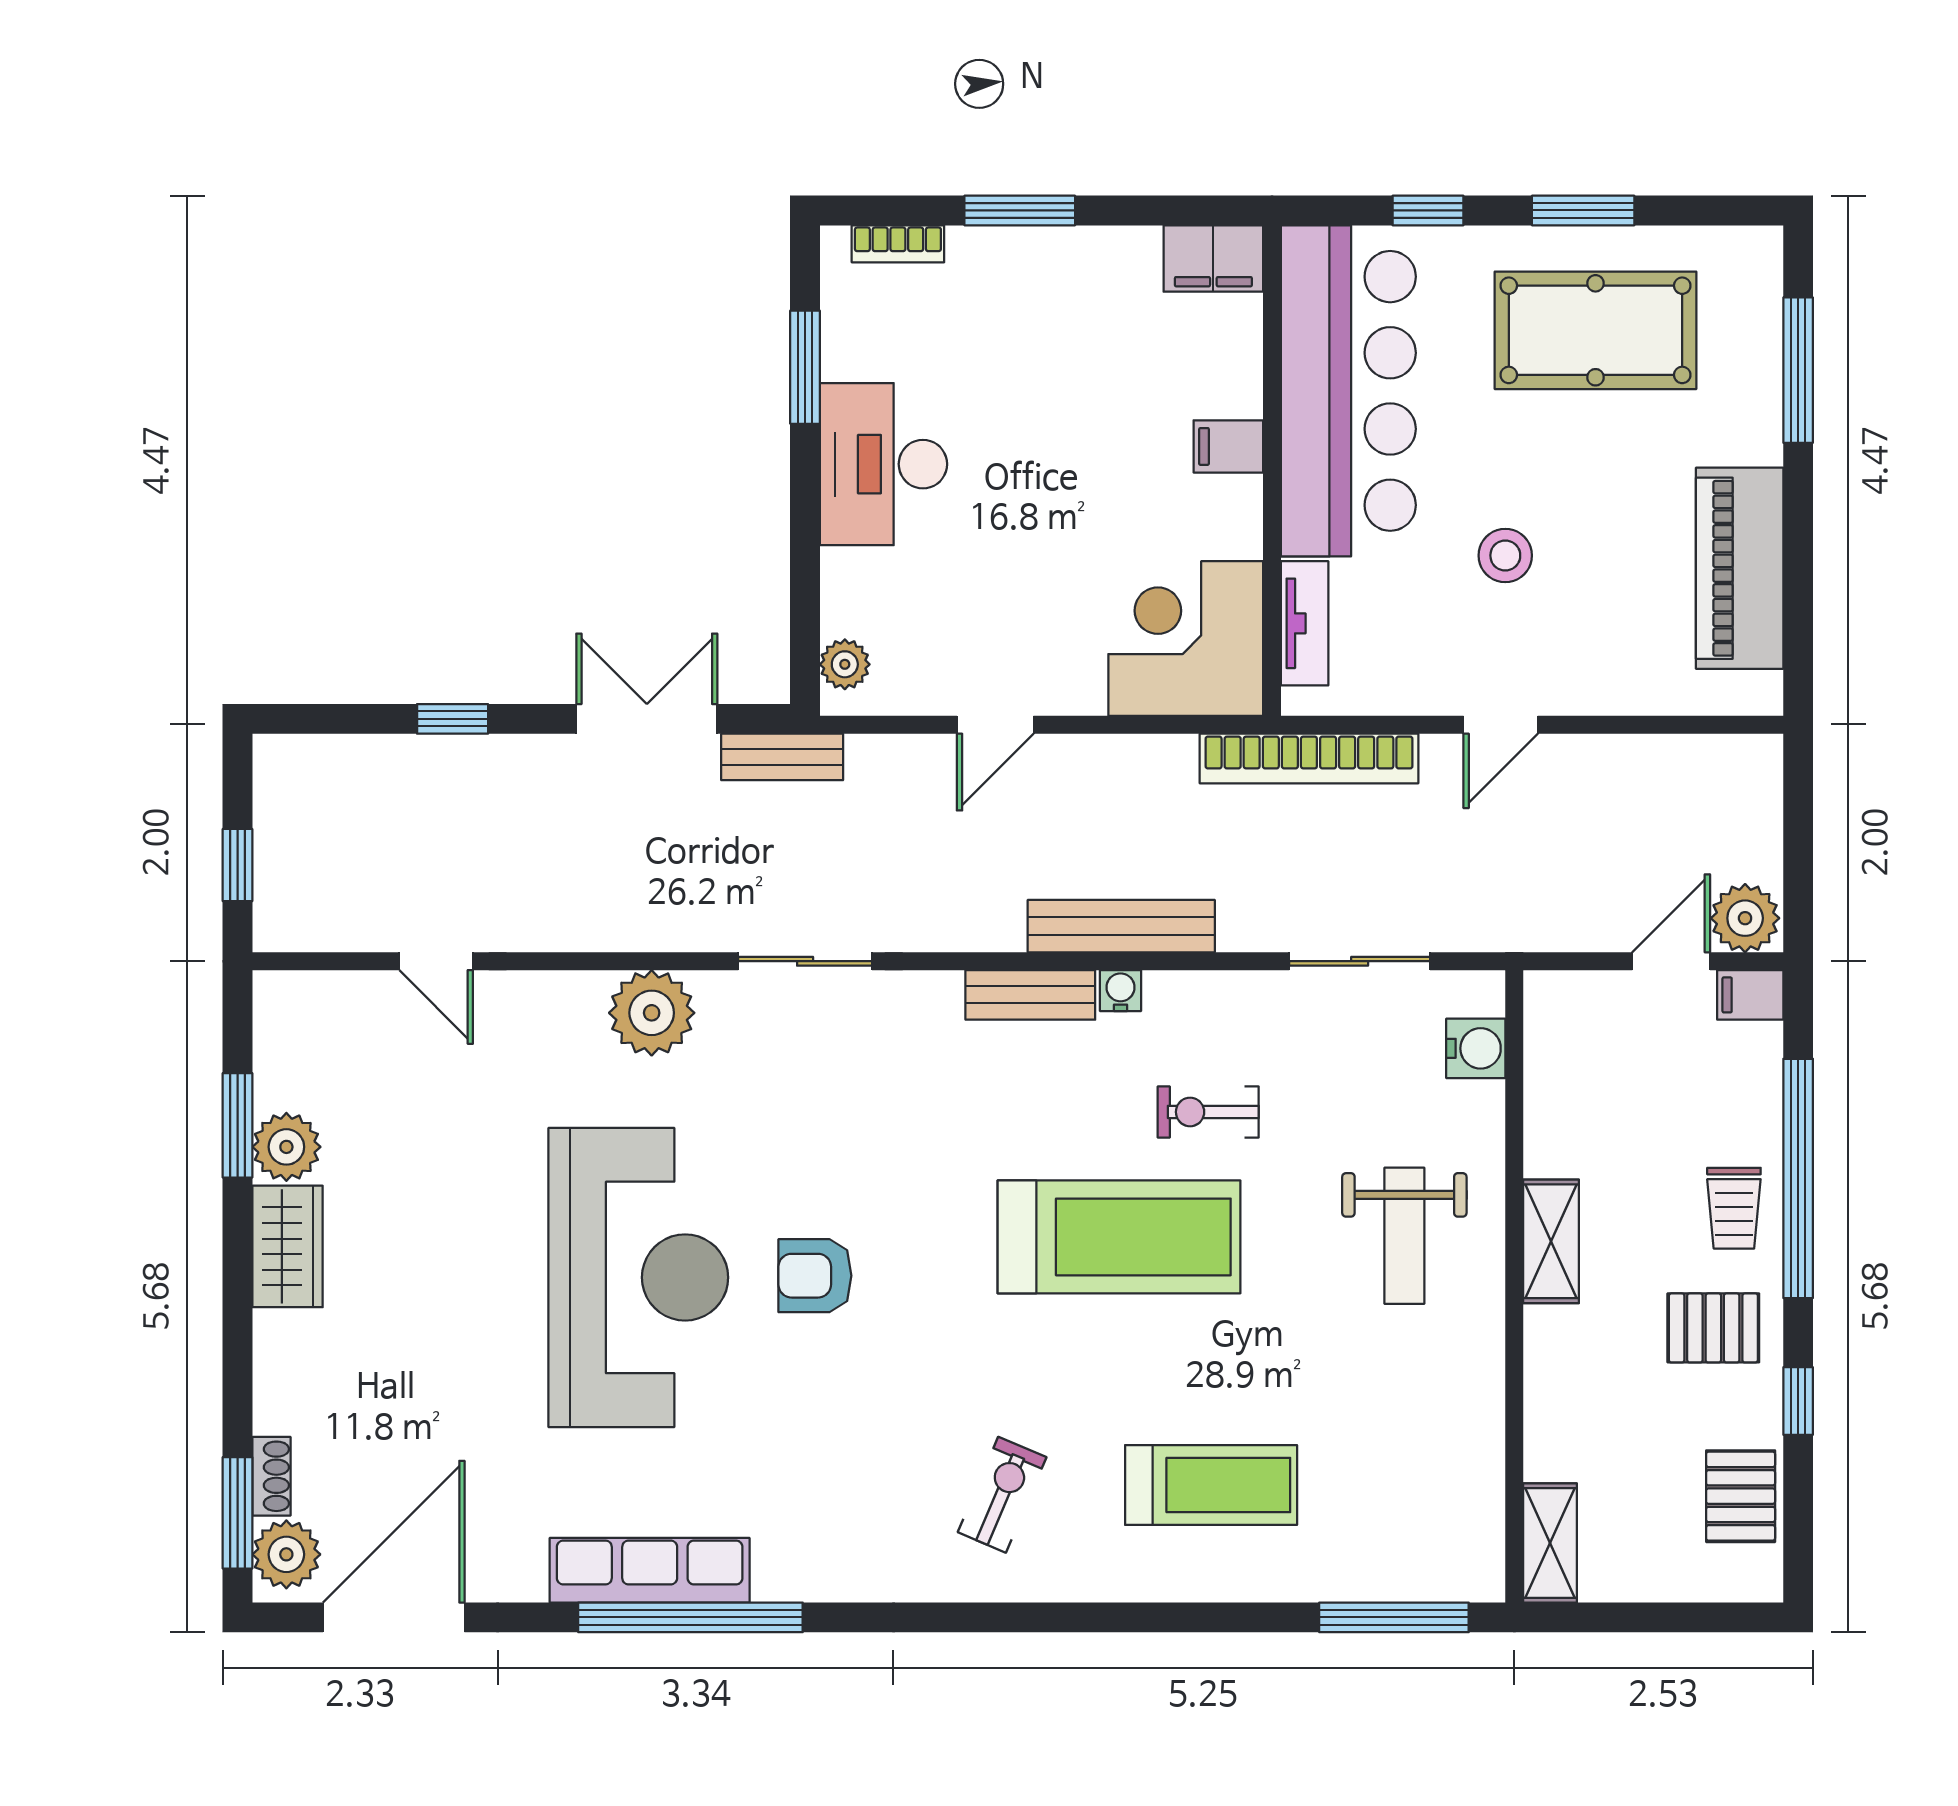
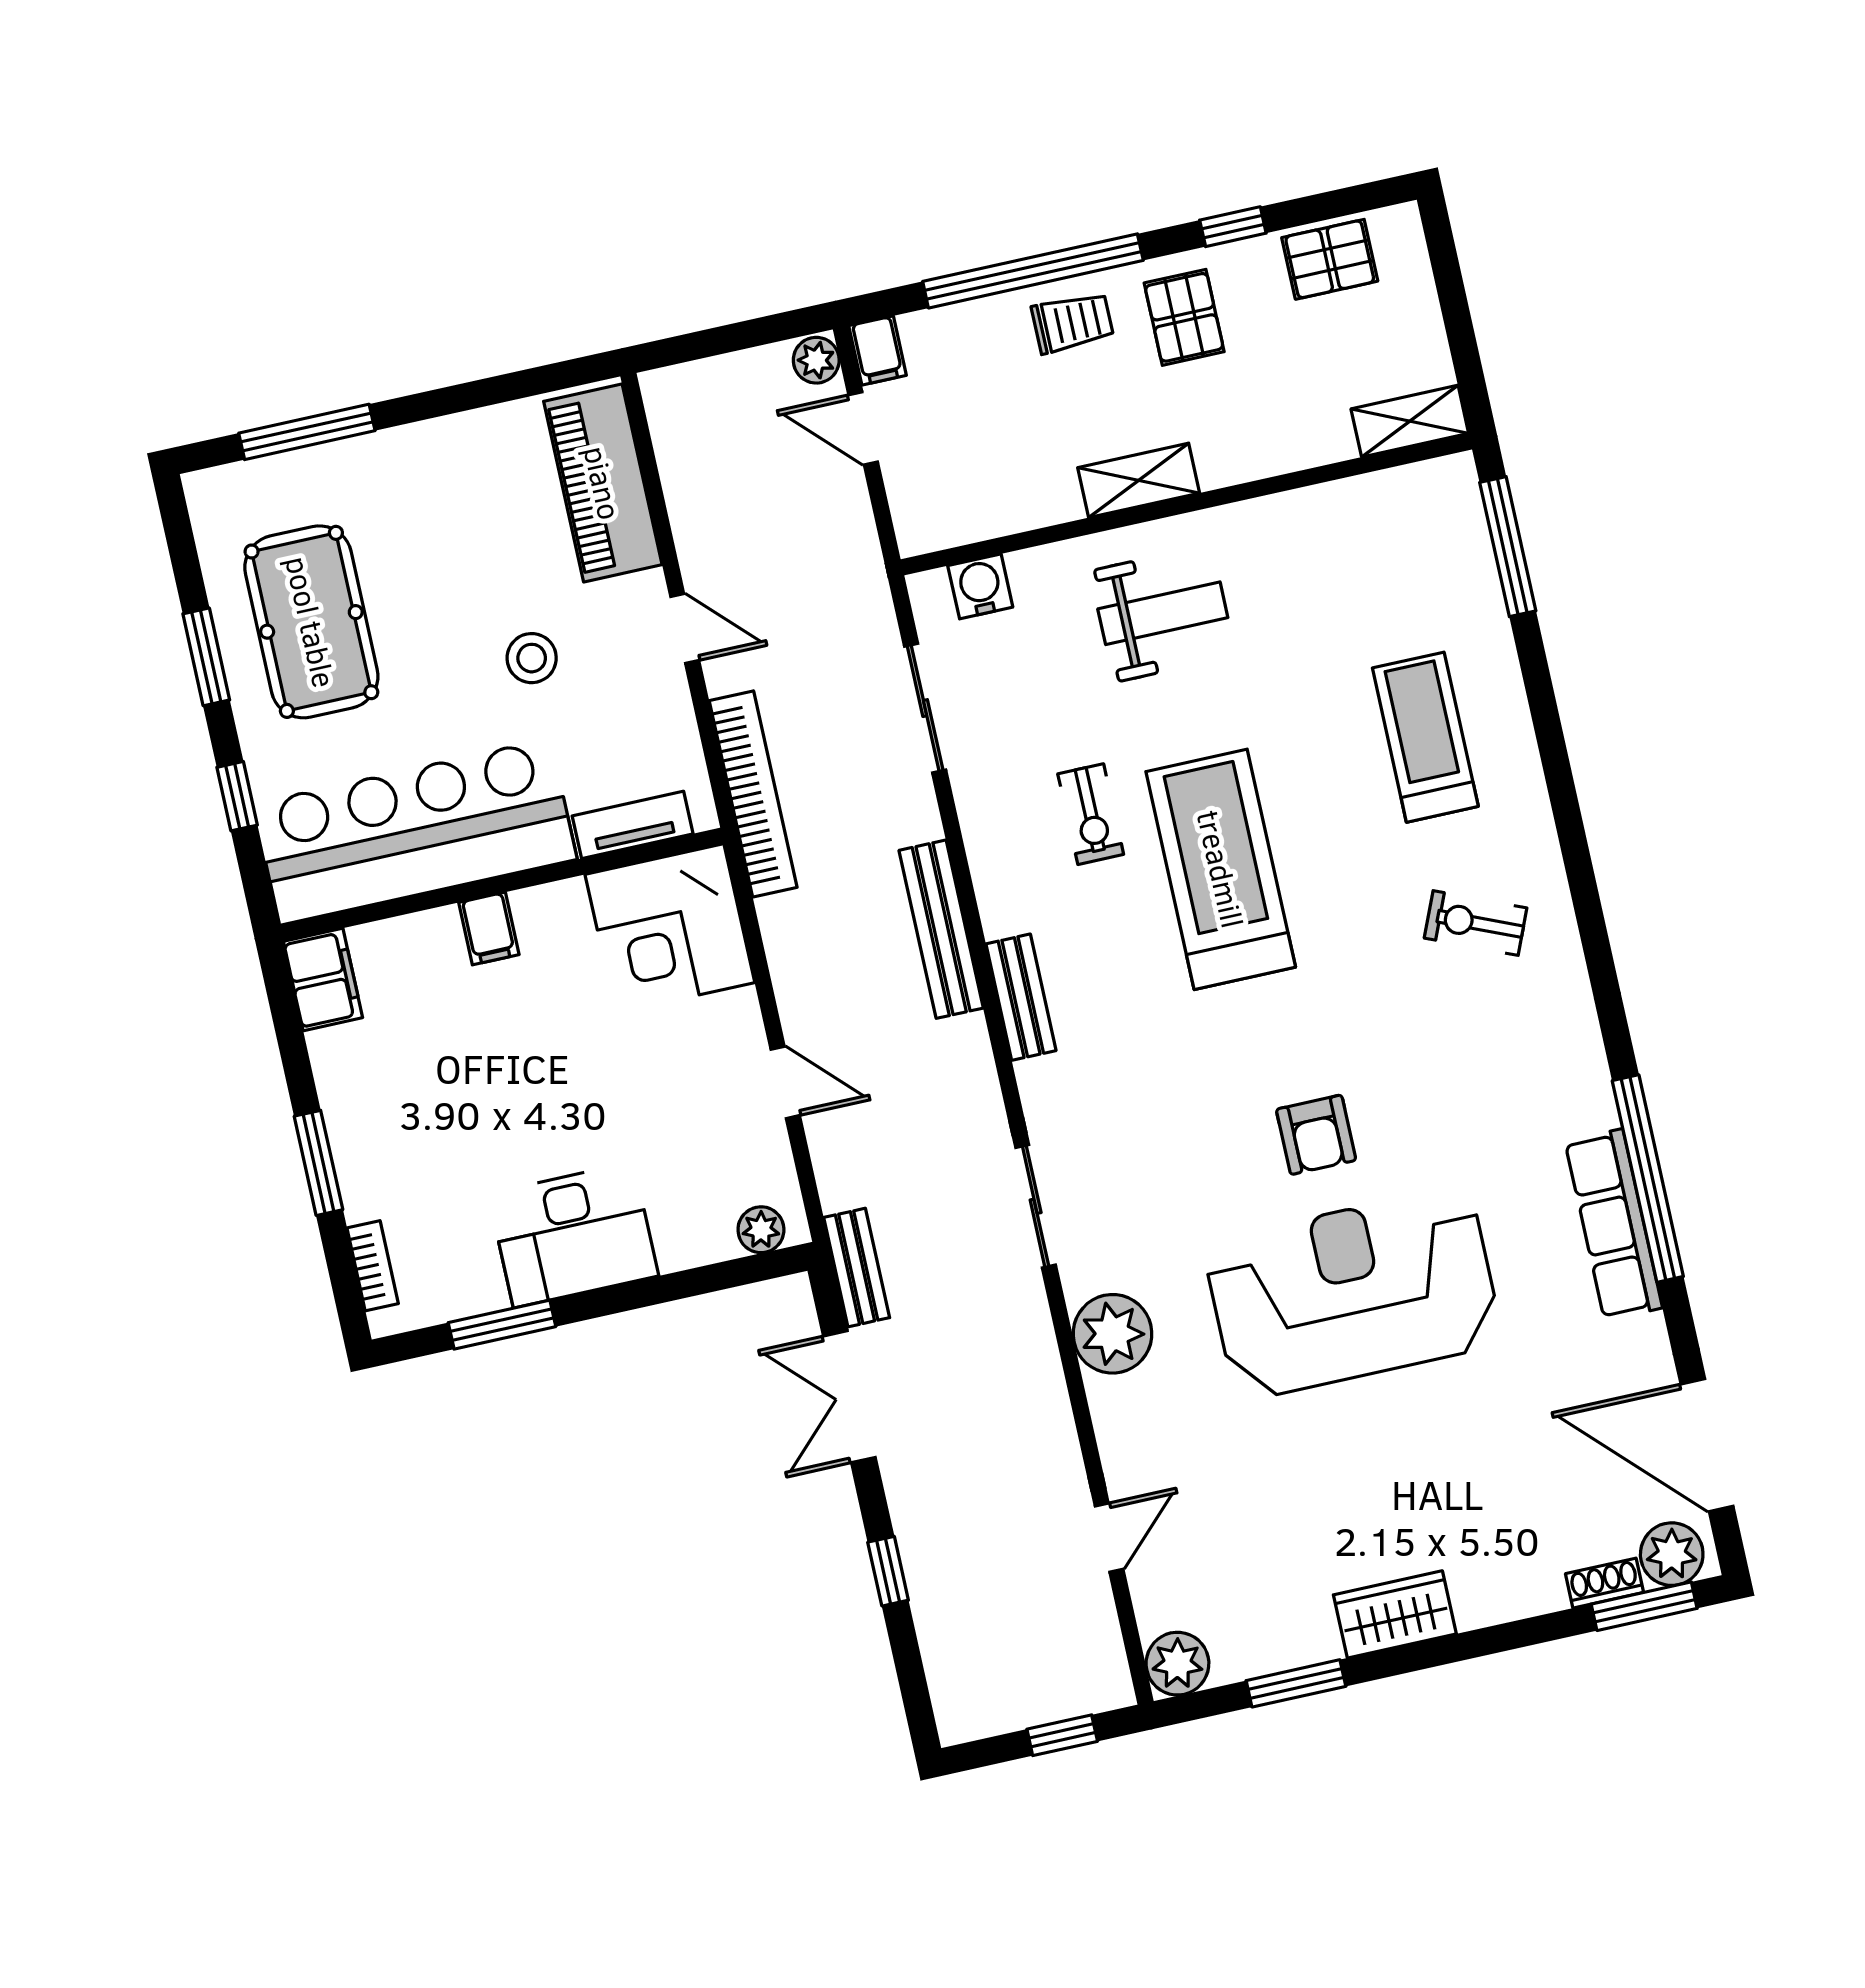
piano: (1740, 568) -> (603, 483), moved, turned 90
plant: (1745, 918) -> (816, 360), width x0.73, depth x0.73
water cooler: (1120, 991) -> (999, 917), removed
plant: (286, 1147) -> (1177, 1664), moved

